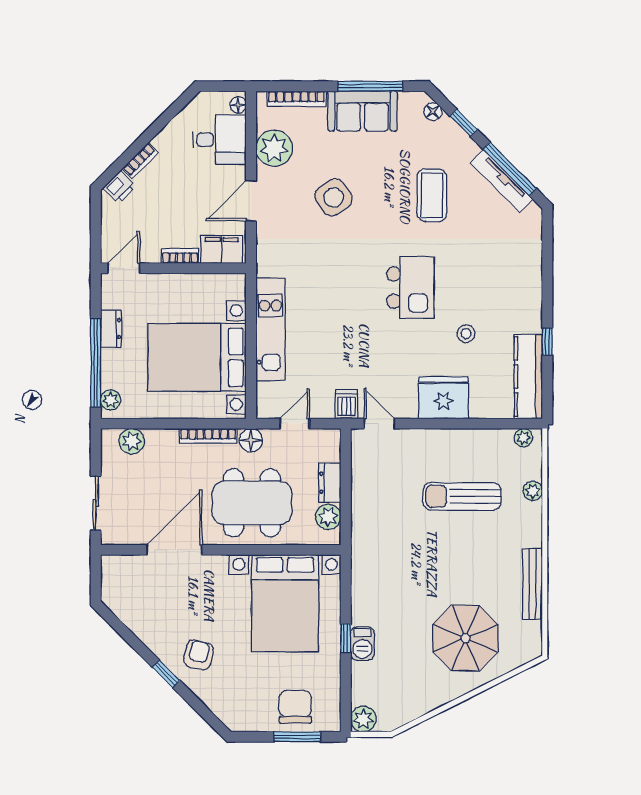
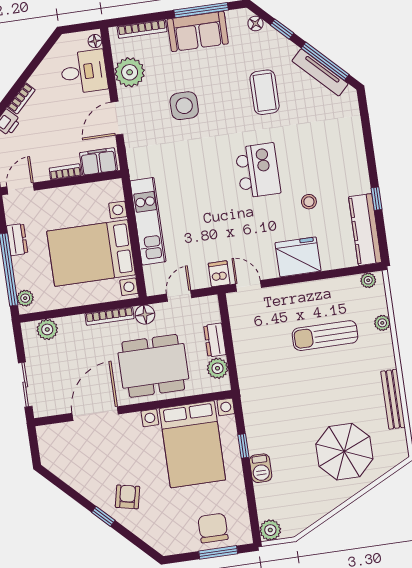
side table: (334, 197) -> (184, 106), turned 35
window: (346, 638) -> (243, 446), moved

